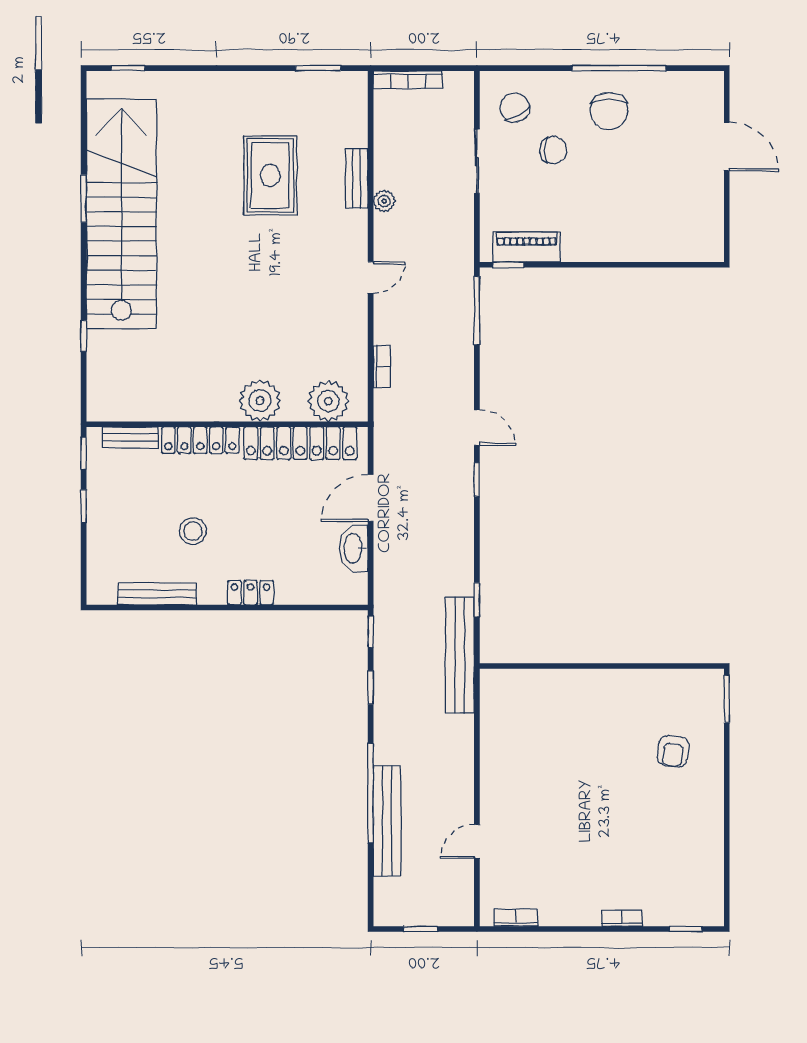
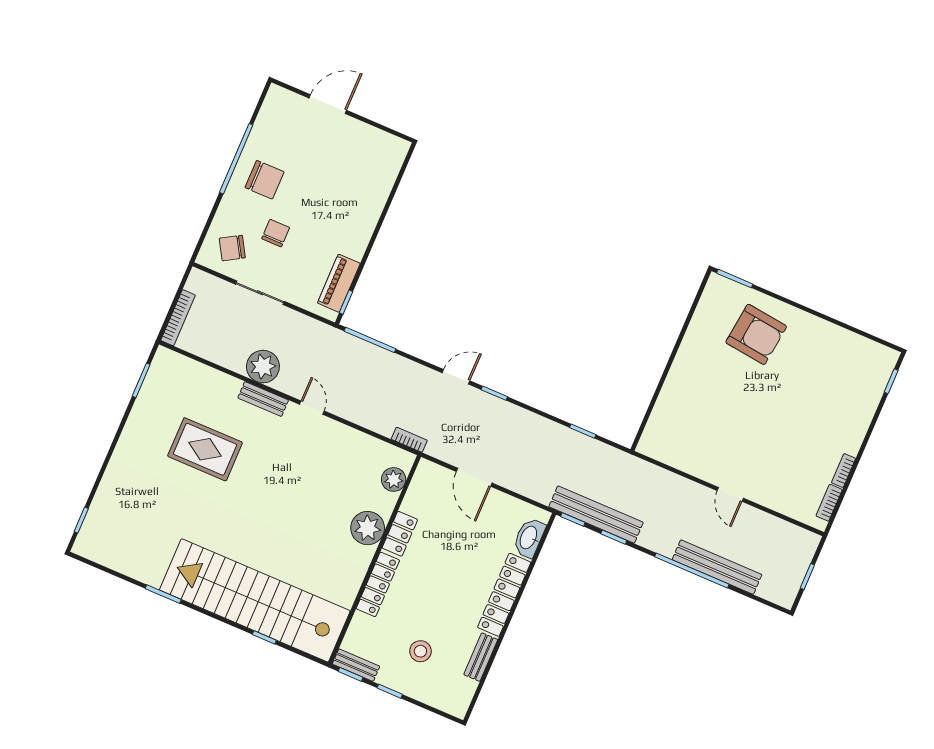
bench: (357, 178) -> (263, 399), moved
plant: (384, 201) -> (263, 367), width x1.88, depth x1.88
stairs: (121, 214) -> (255, 600), moved
bookcase: (382, 367) -> (409, 440), moved
plant: (328, 401) -> (394, 479), width x0.73, depth x0.73
bench: (130, 437) -> (356, 665), moved, turned 90
locker: (300, 443) -> (400, 534), width x0.46, depth x0.83
stool: (193, 531) -> (420, 651), moved
washbasin: (354, 548) -> (529, 538), moved, turned 90
locker: (250, 593) -> (504, 595), width x2.16, depth x1.21
bench: (157, 594) -> (481, 657), width x0.73
bench: (460, 655) -> (596, 515), moved
armchair: (673, 751) -> (756, 334), width x1.88, depth x1.88
door: (477, 841) -> (730, 494), moved
bookcase: (622, 918) -> (844, 471), moved

